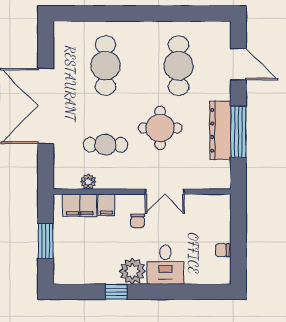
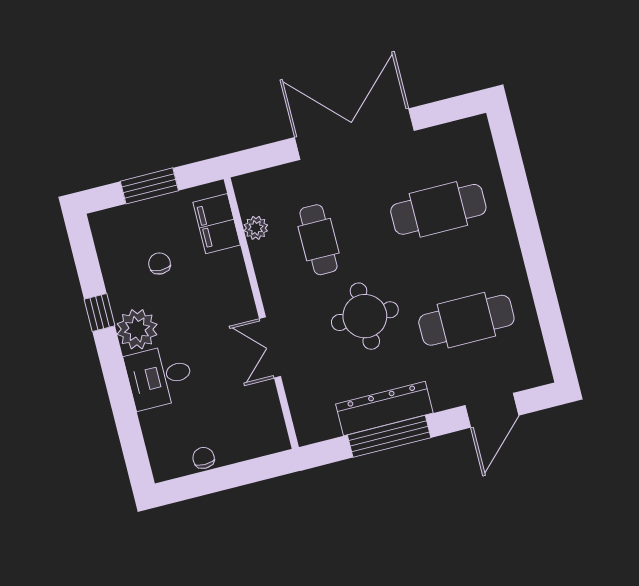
filing cabinet: (106, 205) -> (227, 264), removed
chair: (138, 221) -> (159, 263), moved, turned 90

